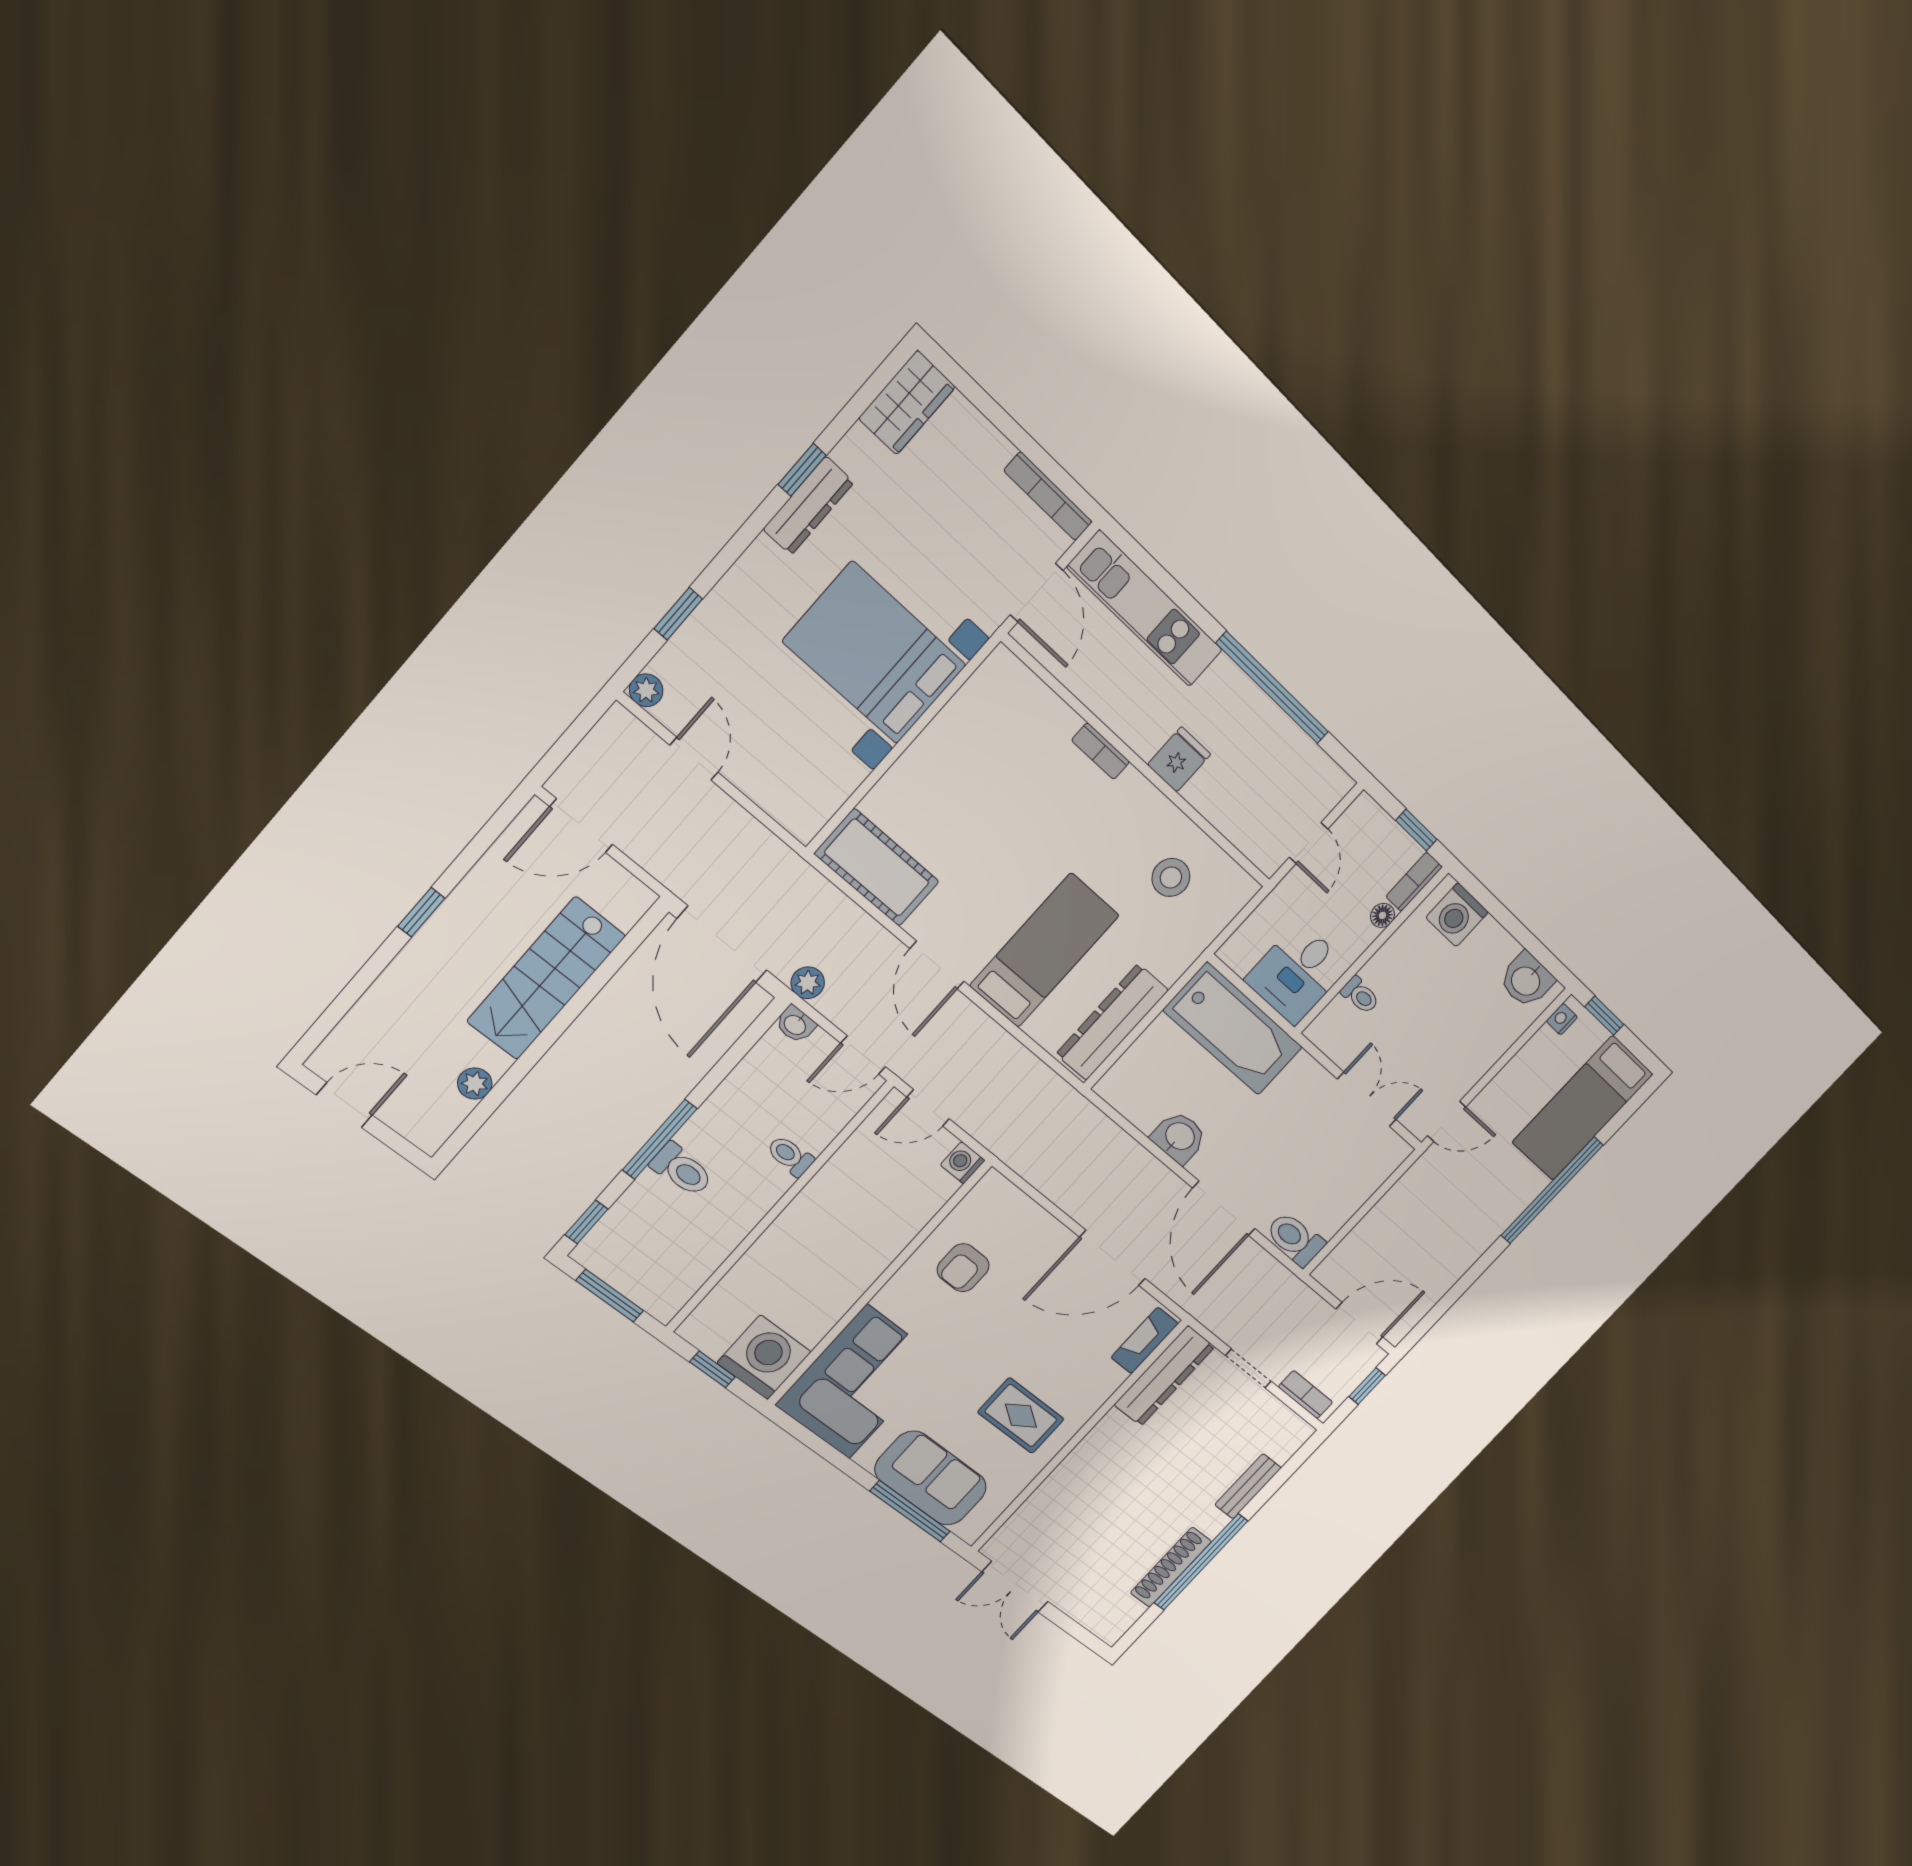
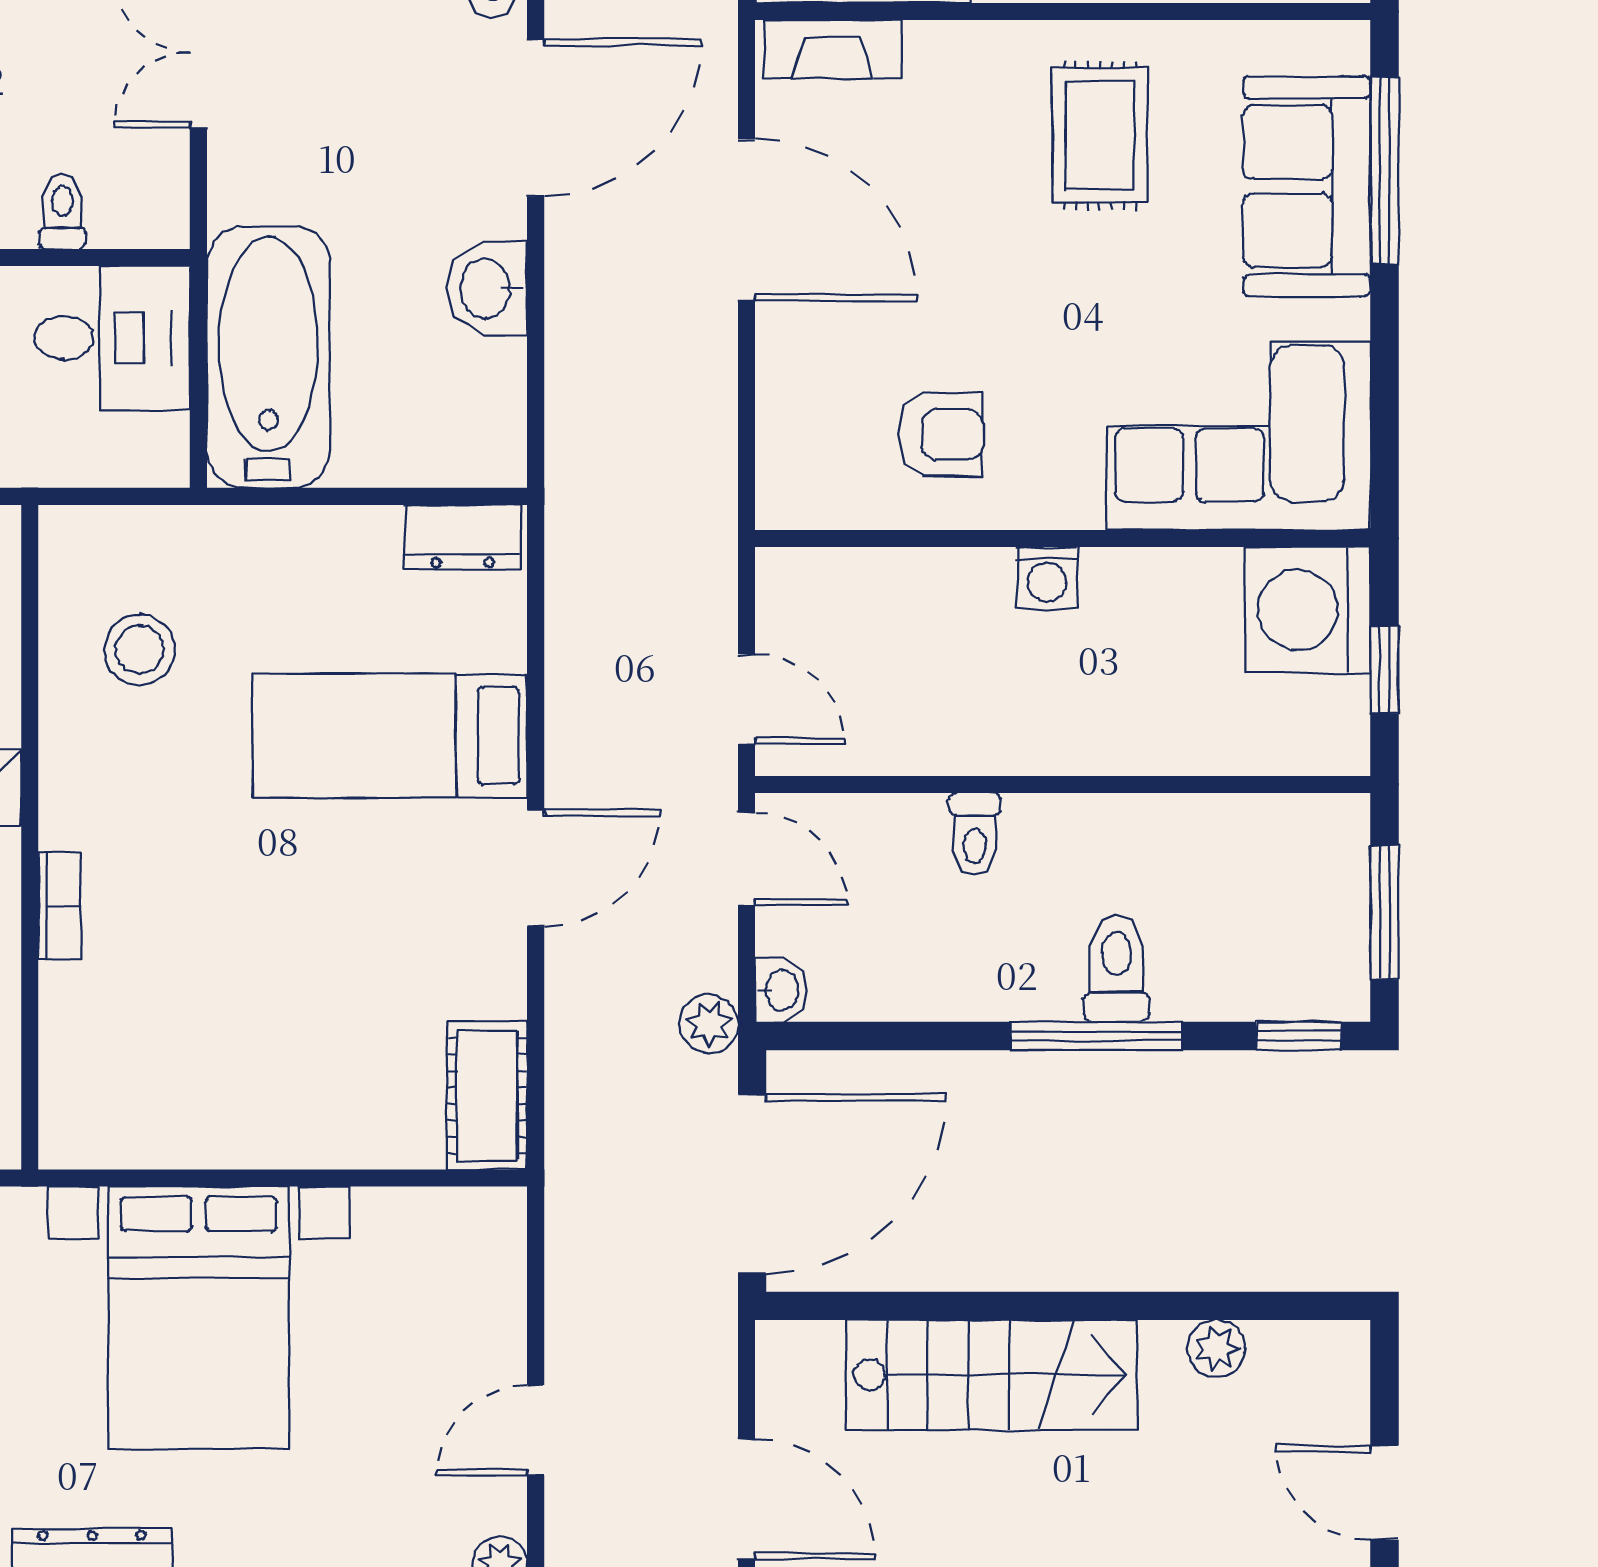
cot: (877, 868) -> (487, 1096), width x0.73, depth x0.75
dresser: (1112, 1022) -> (463, 537), width x0.51, depth x0.80
washing machine: (963, 1163) -> (1047, 577), moved

